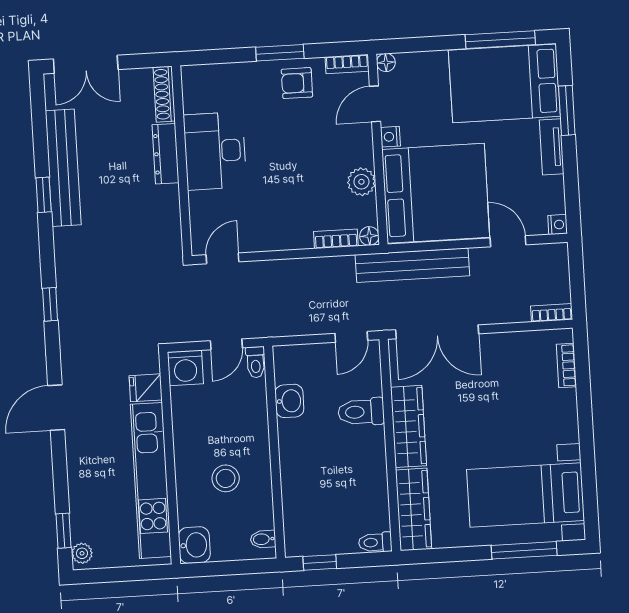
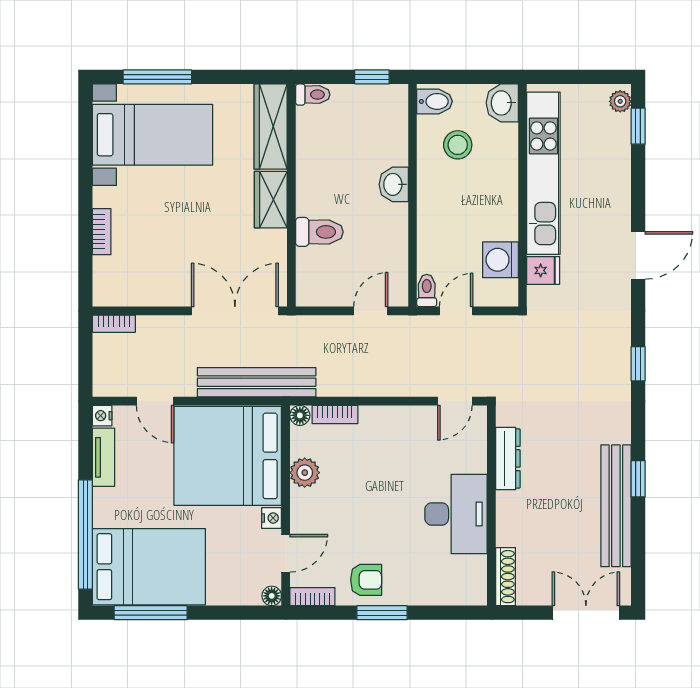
window: (567, 110) -> (85, 534), width x2.11
tv unit: (552, 147) -> (104, 457), moved
dresser: (166, 154) -> (508, 458), moved
door: (351, 337) -> (371, 311), moved
bookcase: (566, 365) -> (102, 232), moved
washing machine: (185, 368) -> (500, 260), moved, turned -90
washbasin: (289, 401) -> (394, 184), moved
wardrobe: (409, 426) -> (271, 200), width x0.67
stool: (226, 478) -> (458, 145), moved
bidet: (263, 539) -> (435, 101), width x1.38, depth x1.36

